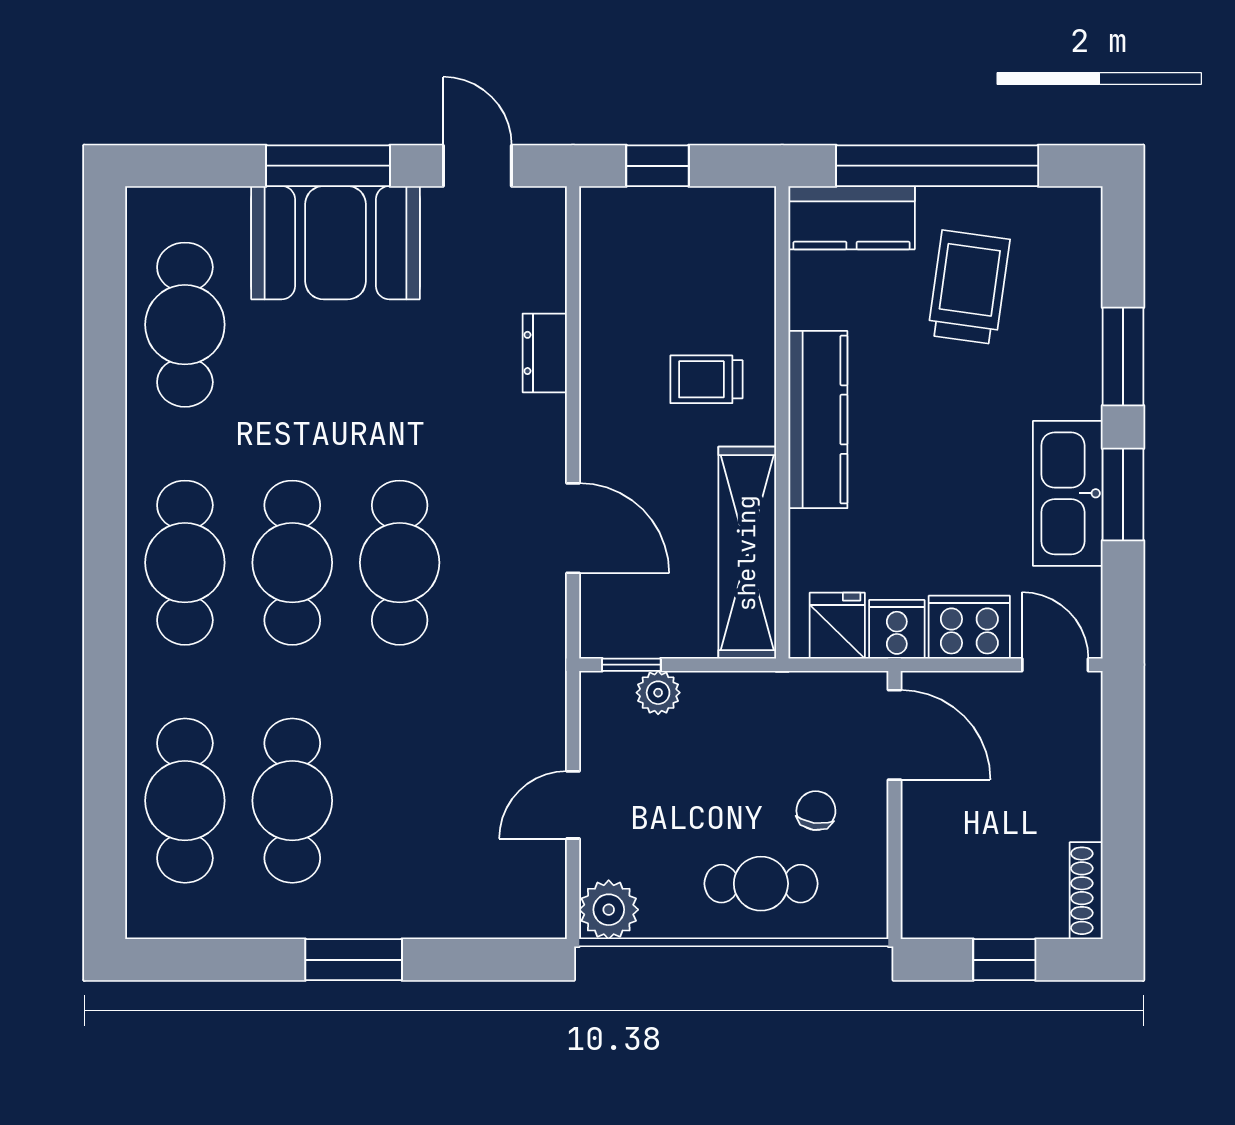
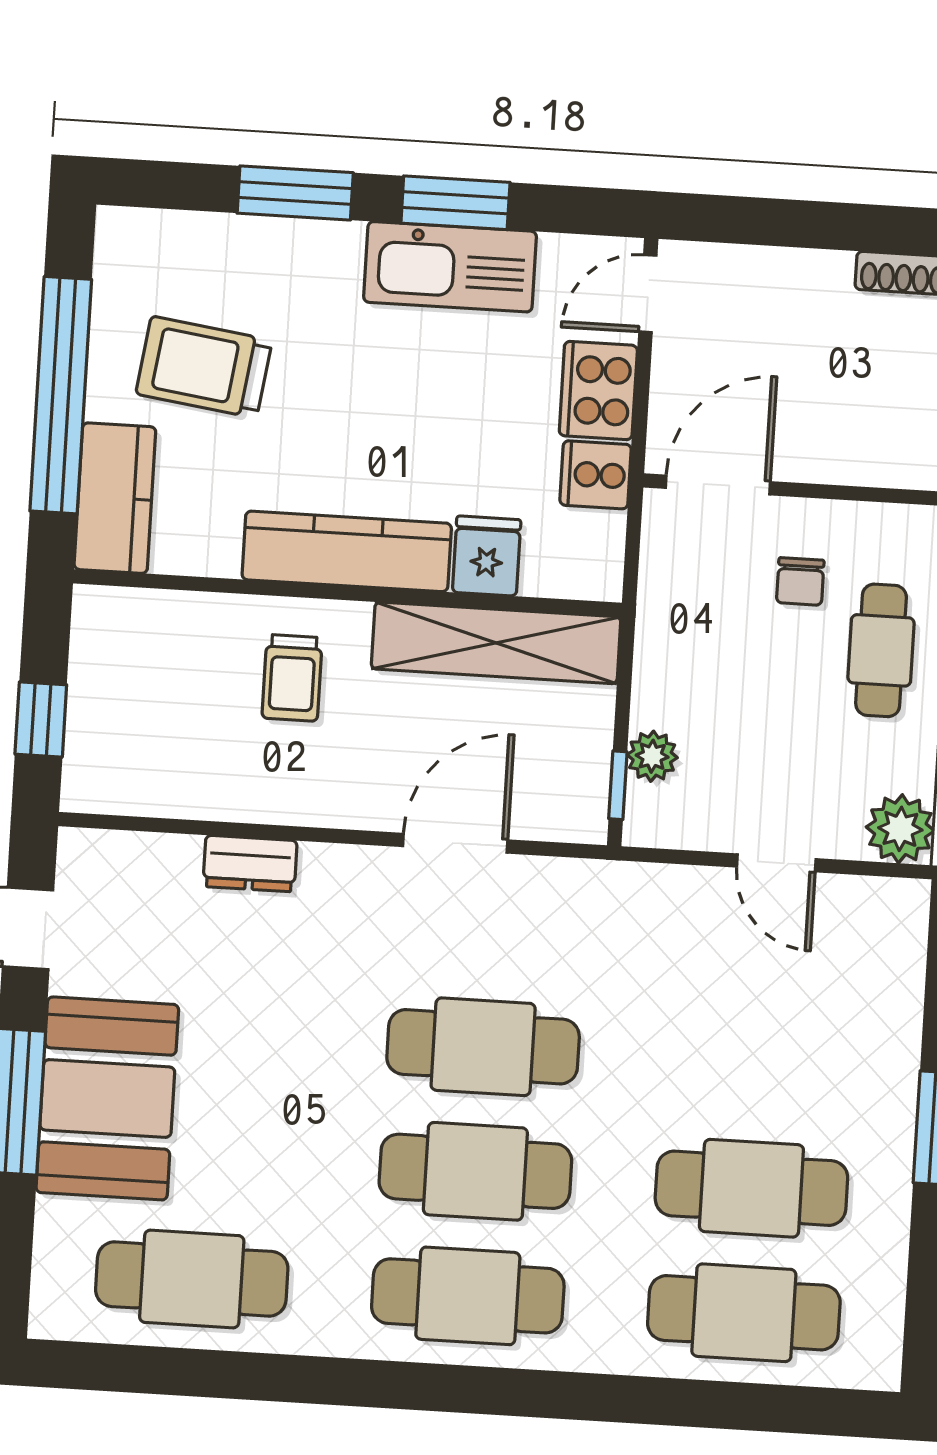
fridge: (837, 626) -> (487, 556), moved, turned 90
chair: (816, 811) -> (800, 581), turned -98

